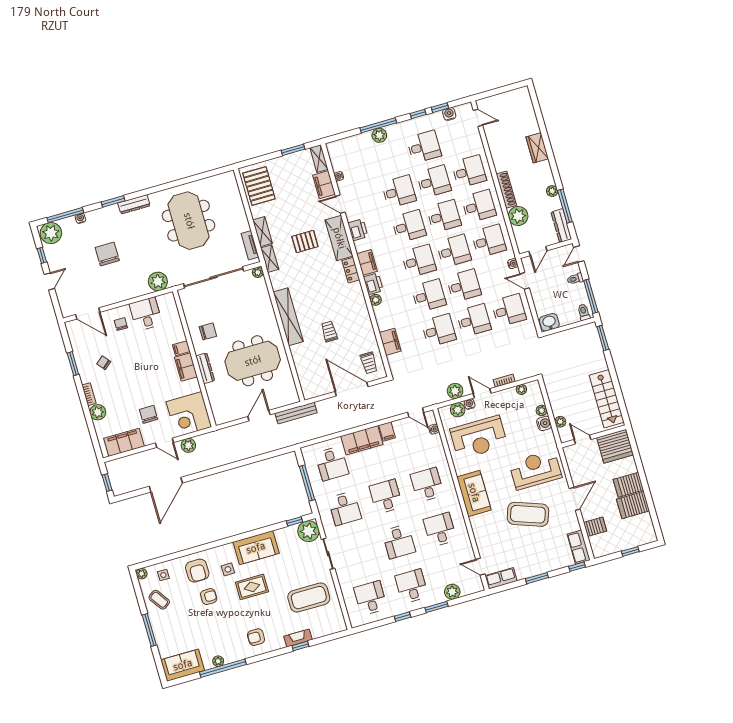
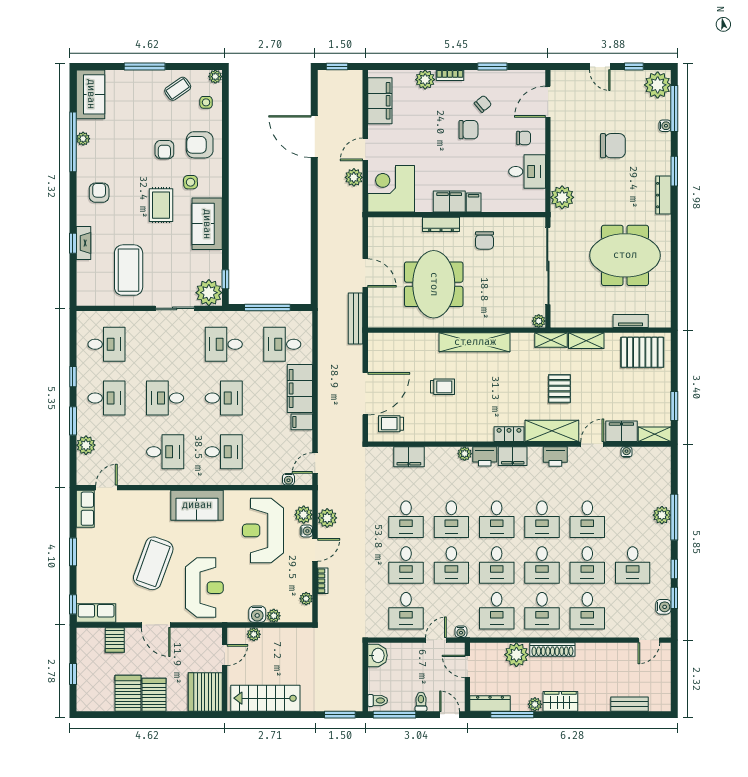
bench: (531, 119) -> (629, 704), added
wardrobe: (537, 148) -> (560, 701), moved
tv unit: (250, 245) -> (631, 321), moved
chair: (148, 414) -> (468, 130), moved

